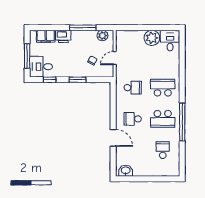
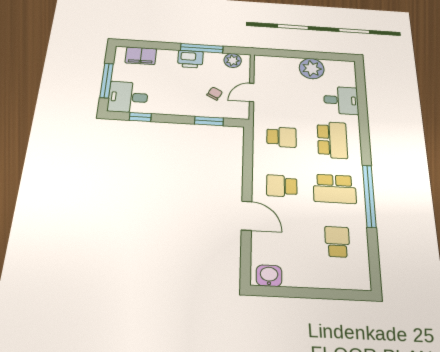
printer: (63, 36) -> (190, 59), moved
desk: (170, 41) -> (341, 100), moved, turned 90
window: (78, 80) -> (209, 121), moved
school desk: (163, 88) -> (332, 140), turned 90

